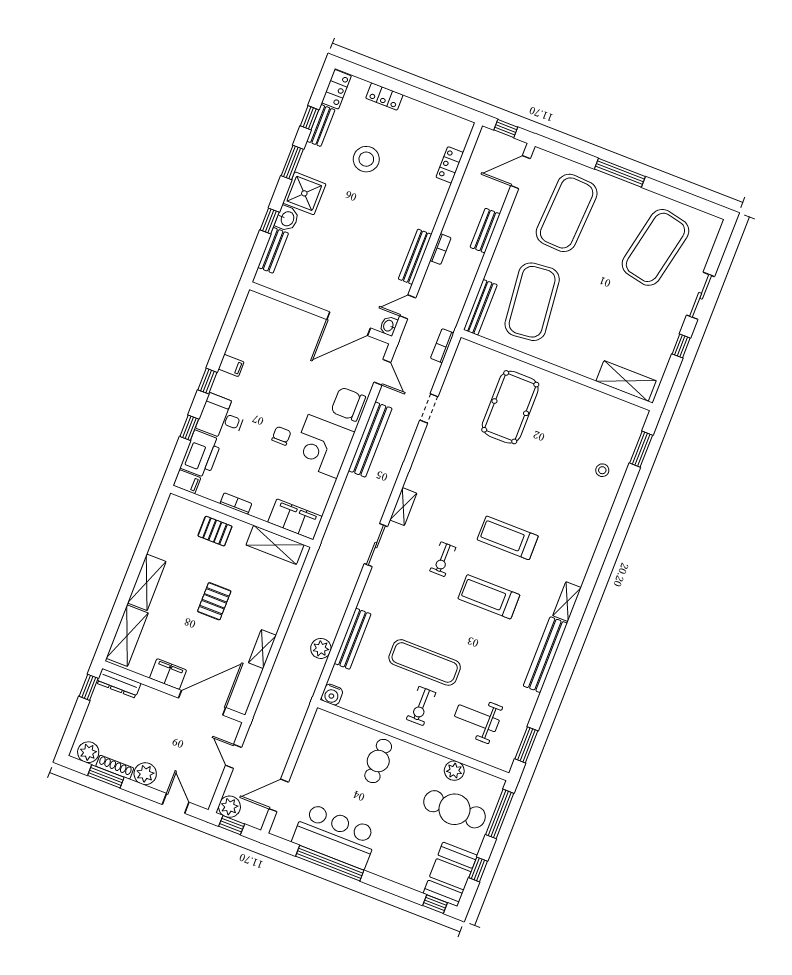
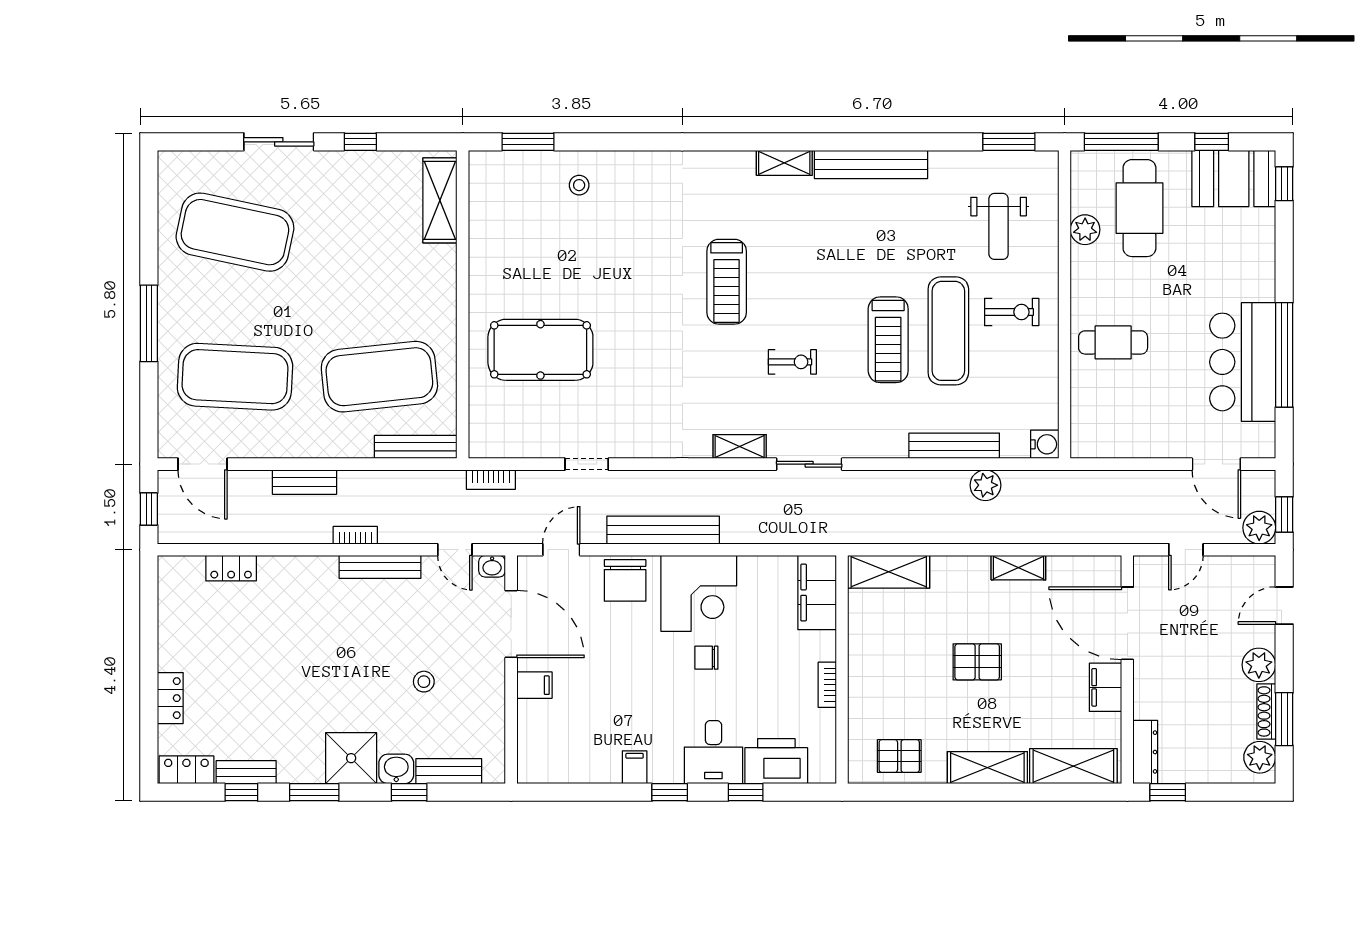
stool: (366, 159) -> (424, 682), moved, width x0.53, depth x0.53
filing cabinet: (187, 482) -> (534, 685), moved, turned 90
pallet: (215, 531) -> (899, 756), moved, turned 90
shelving: (275, 545) -> (889, 572), moved, turned 90
treadmill: (489, 597) -> (888, 340), moved

